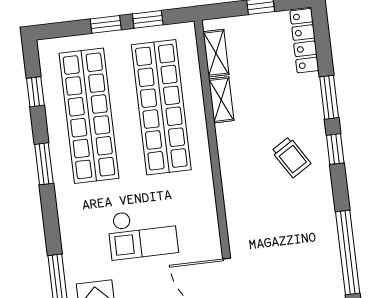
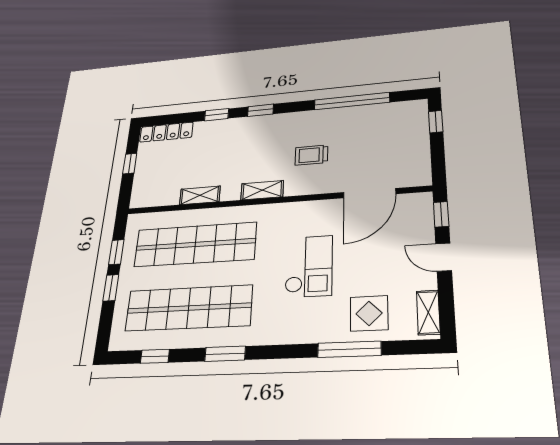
shelving: (216, 53) -> (262, 190), moved
window: (329, 97) -> (217, 115), width x0.67
trolley: (291, 157) -> (311, 155), moved, turned -148

